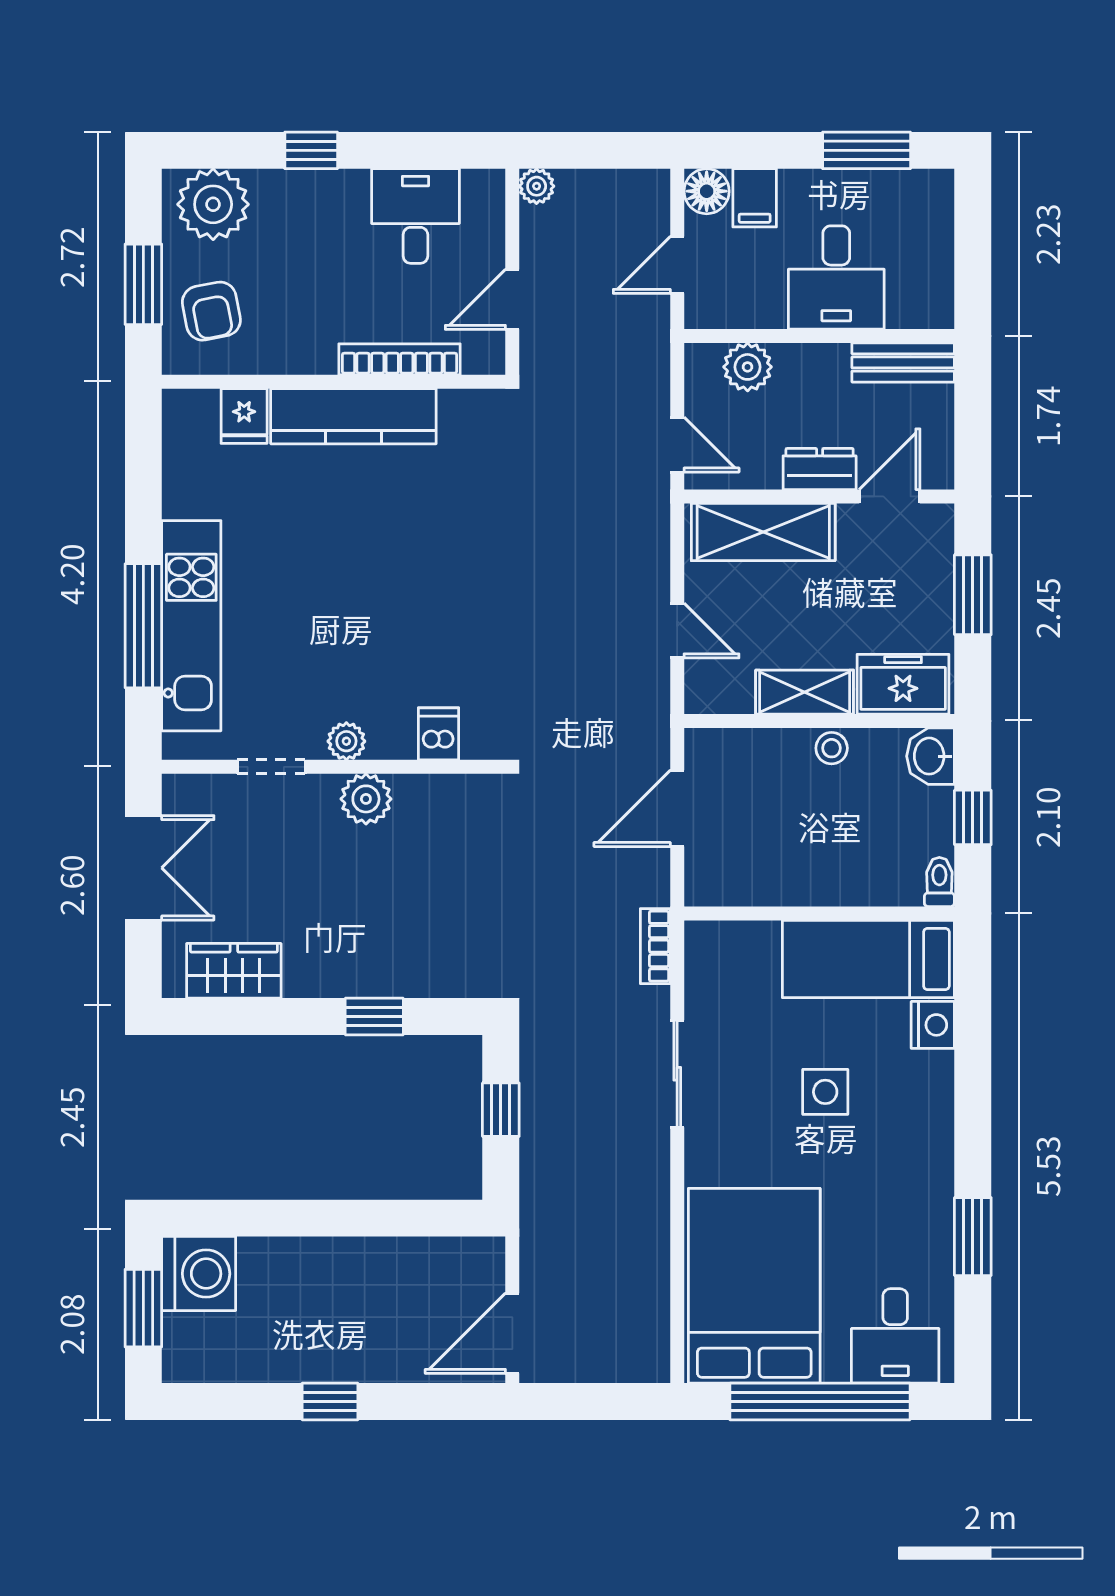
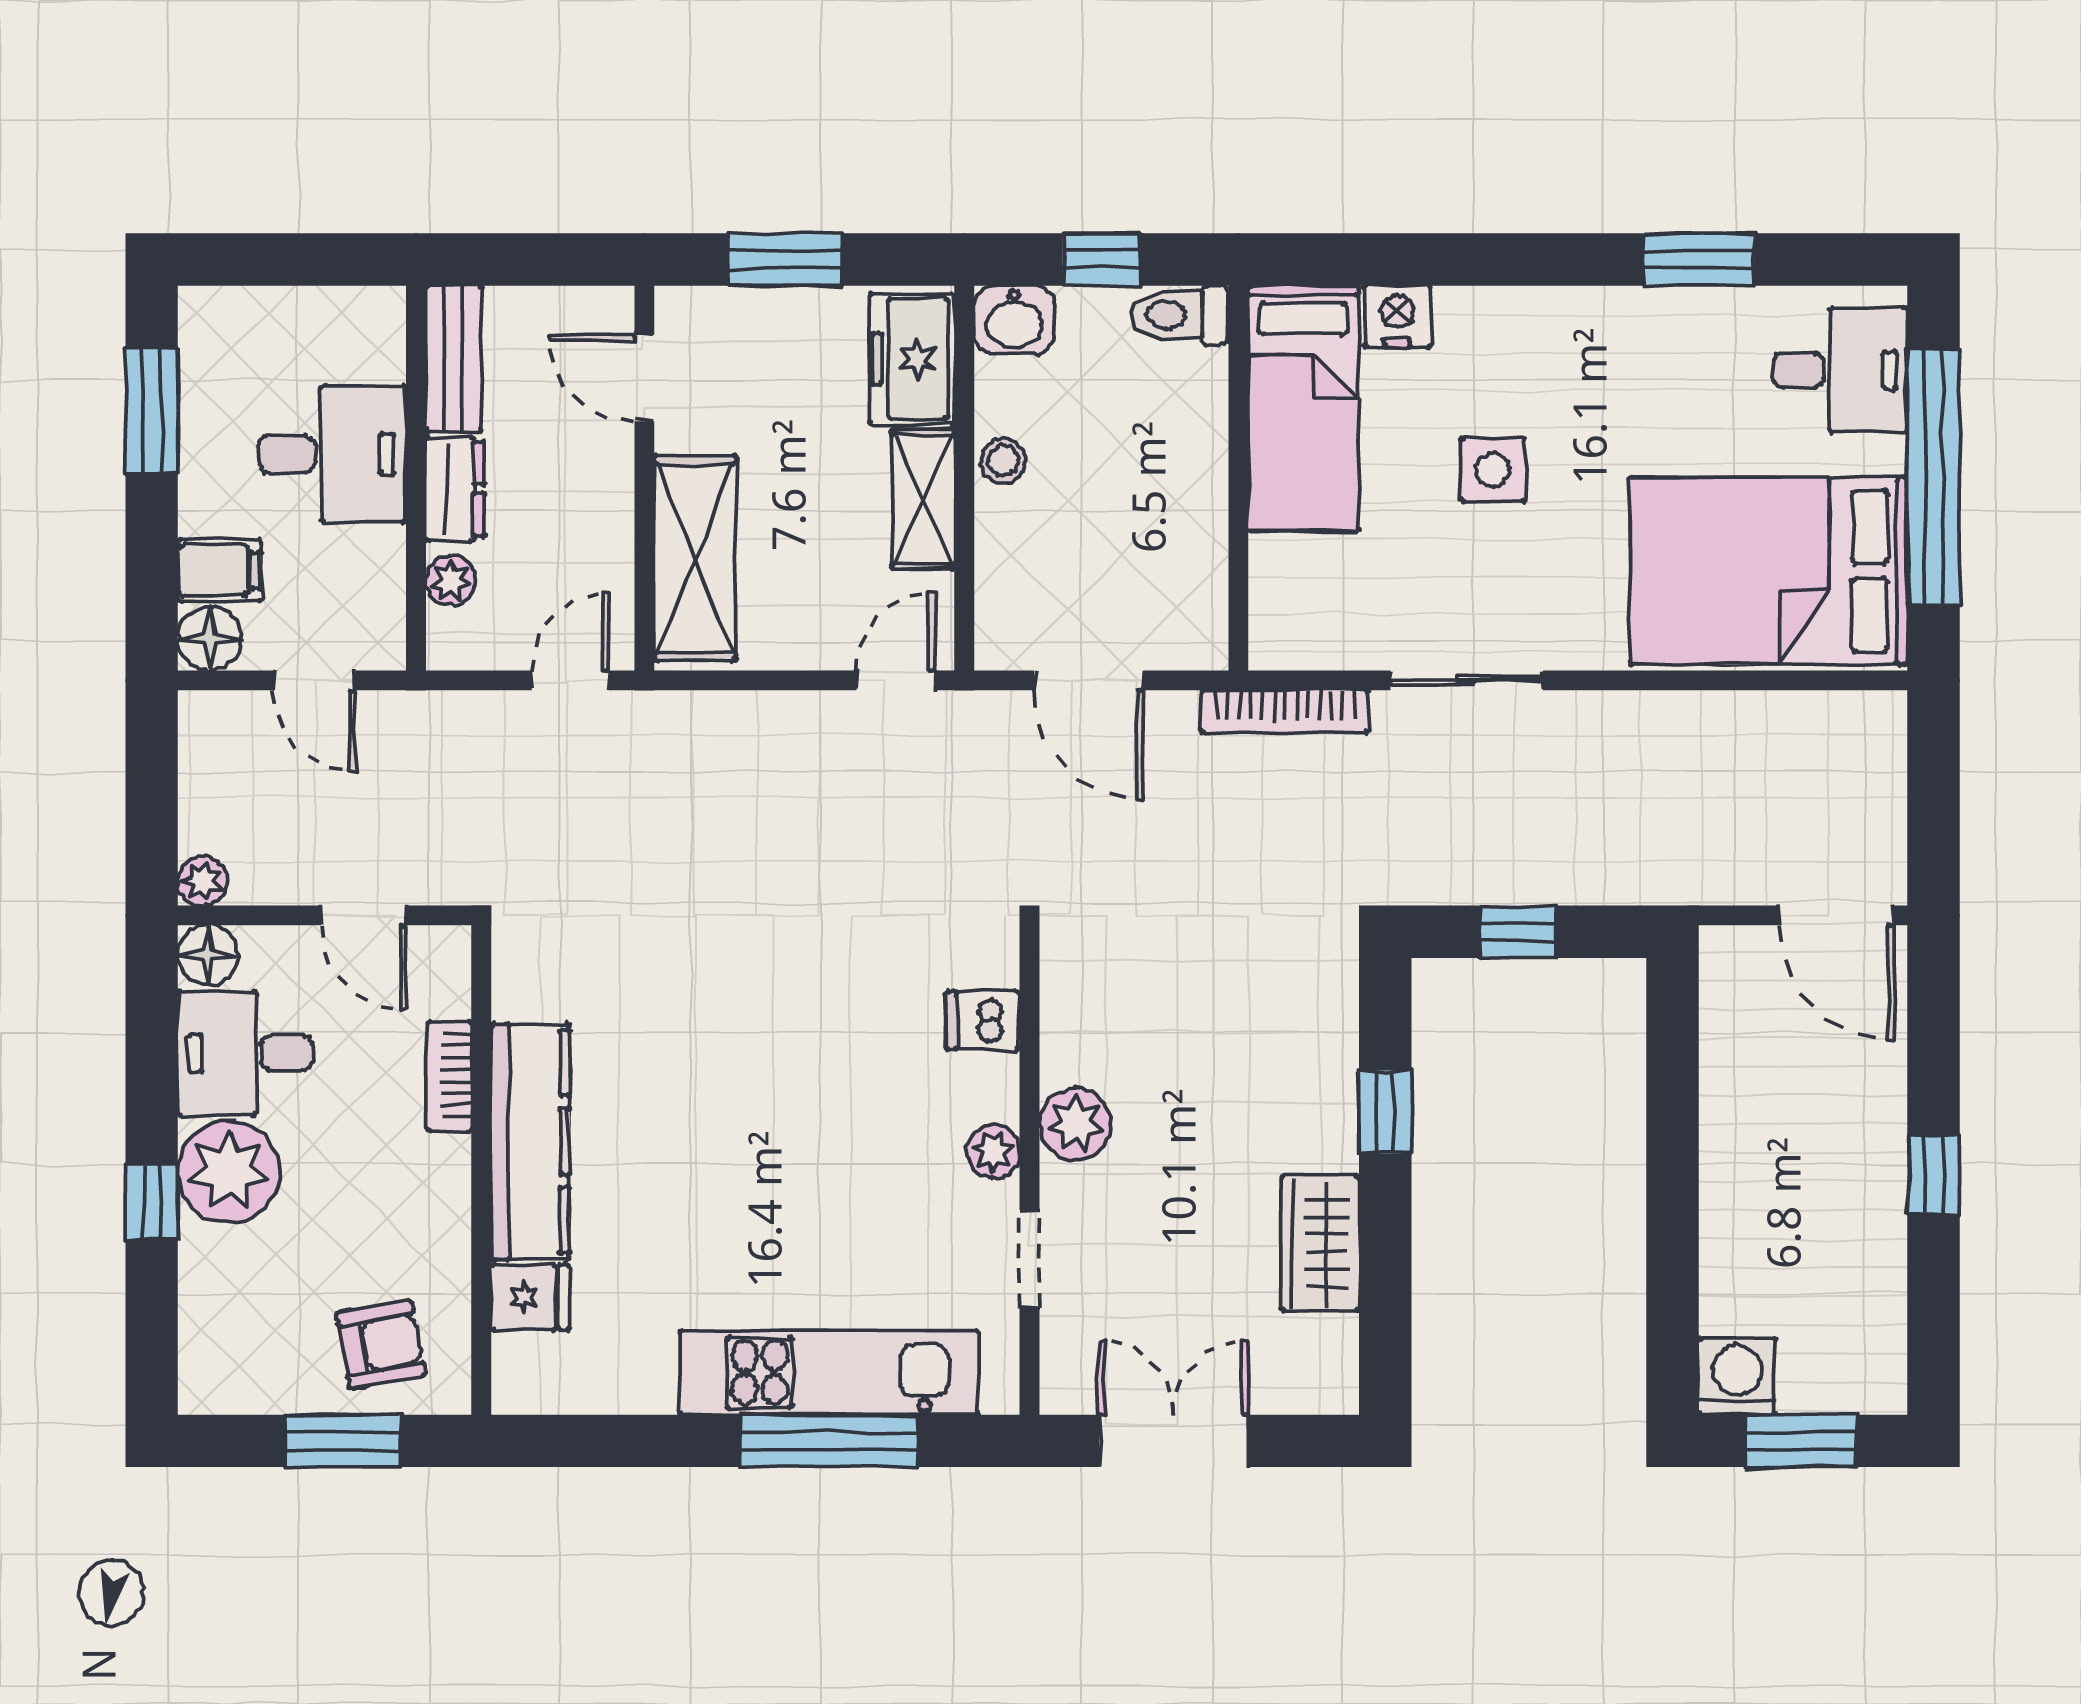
floor lamp: (484, 190) -> (208, 955), added
plant: (213, 204) -> (228, 1172), moved
bookcase: (400, 359) -> (449, 1076), width x0.64
plant: (748, 367) -> (451, 580), width x0.73, depth x0.73
dresser: (820, 469) -> (455, 489), moved, turned 180
door: (677, 631) -> (895, 680), moved
toilet: (939, 882) -> (1180, 315), width x1.37, depth x1.39
bookcase: (655, 946) -> (1285, 712), width x1.56
wardrobe: (234, 971) -> (1320, 1243), moved
washing machine: (199, 1274) -> (1737, 1376), width x0.73, depth x0.73

